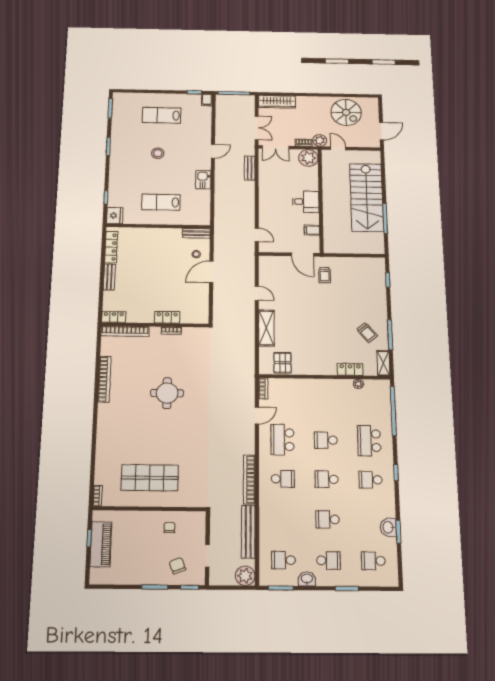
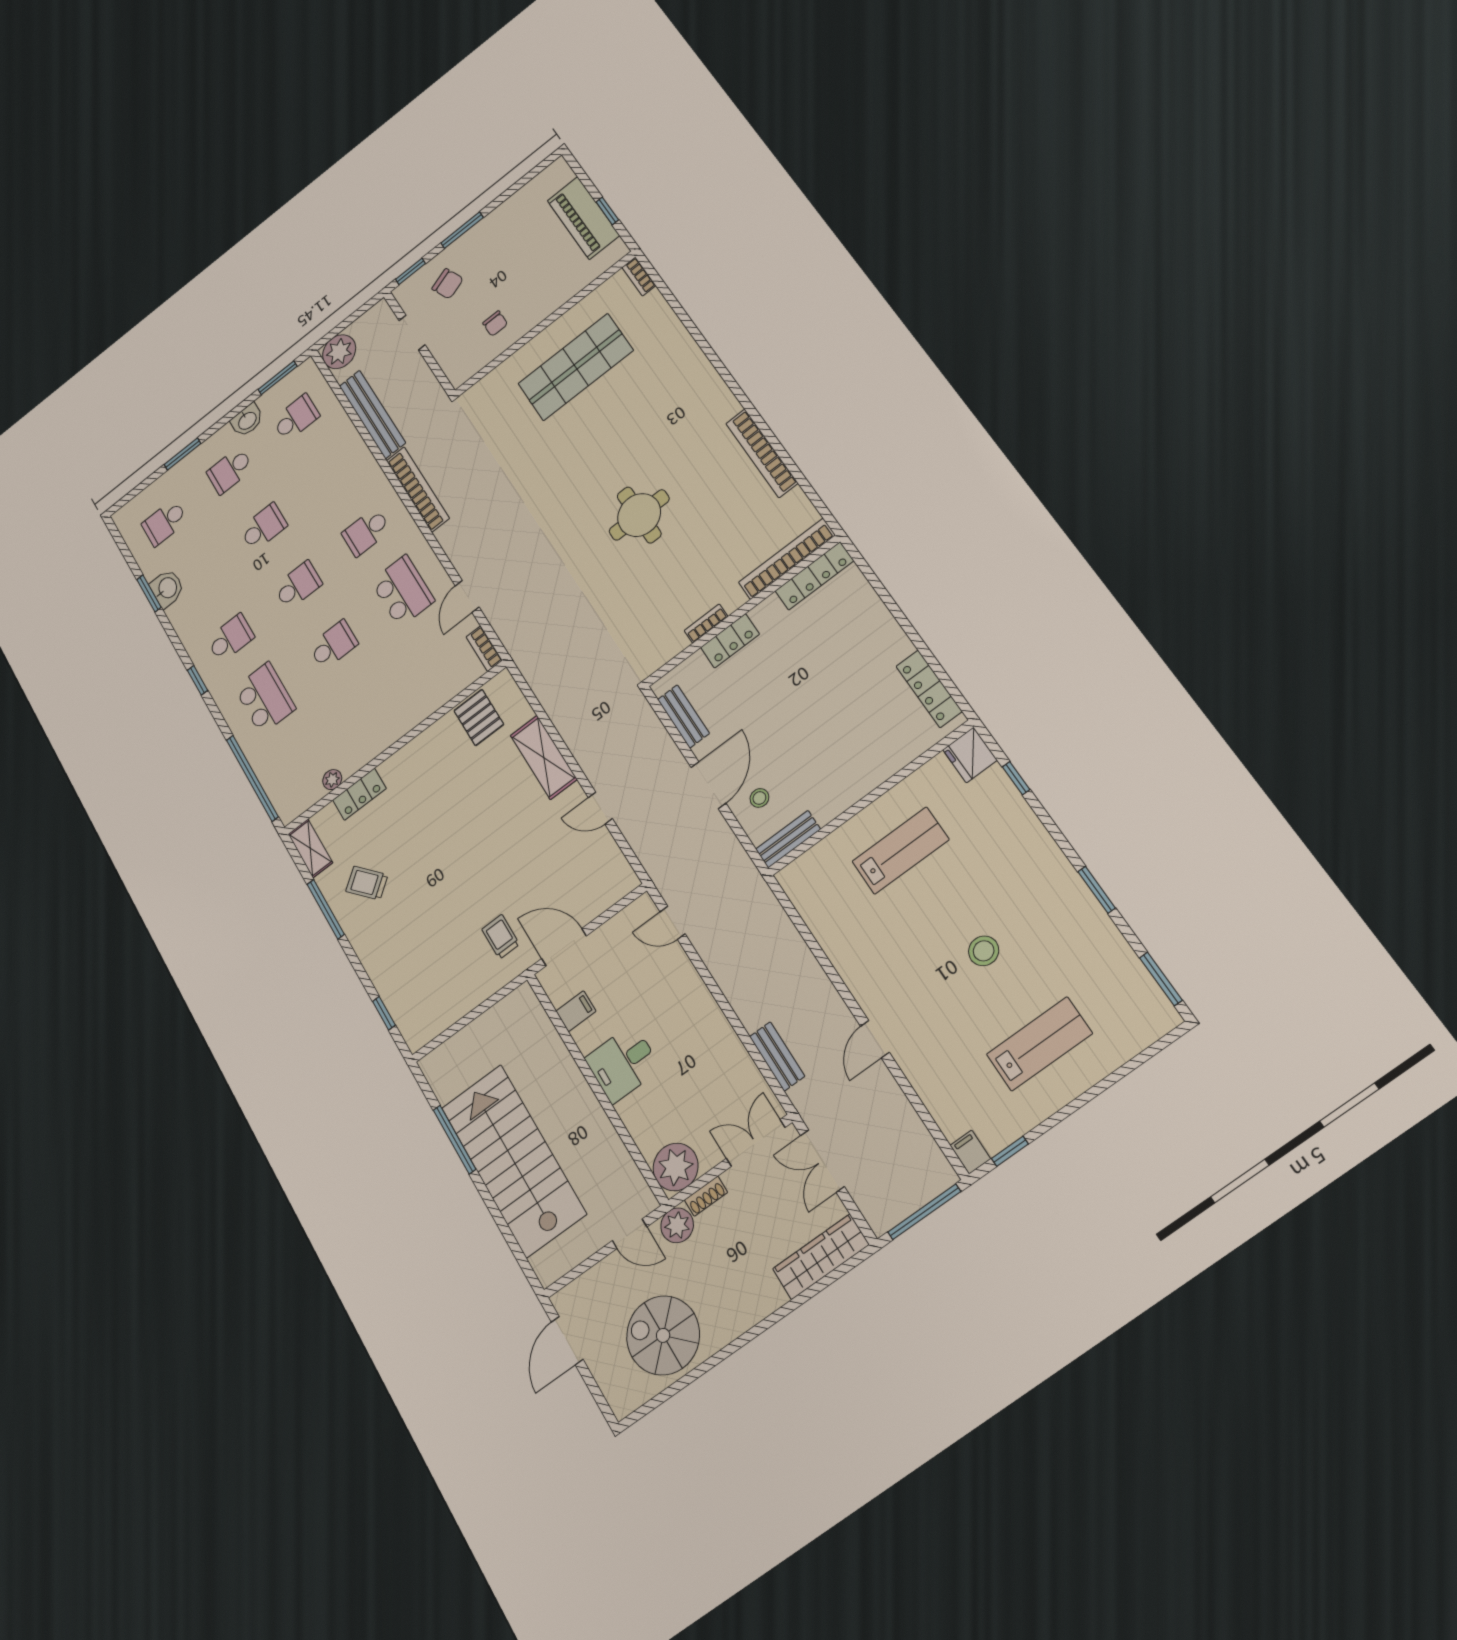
kitchen sink: (203, 180) -> (851, 961), removed
bench: (109, 277) -> (683, 716), moved
locker: (114, 317) -> (814, 576), width x1.53
school desk: (373, 561) -> (164, 523), turned 180

